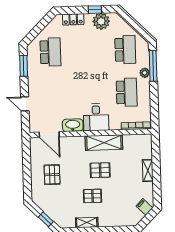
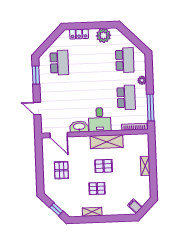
window: (95, 10) -> (98, 25), removed
window: (153, 66) -> (150, 108), moved
filing cabinet: (144, 207) -> (135, 206), moved

